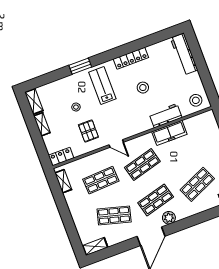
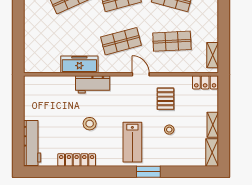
locker: (131, 58) -> (77, 160), moved
stool: (196, 100) -> (38, 89), removed
workbench: (166, 116) -> (93, 84), moved

